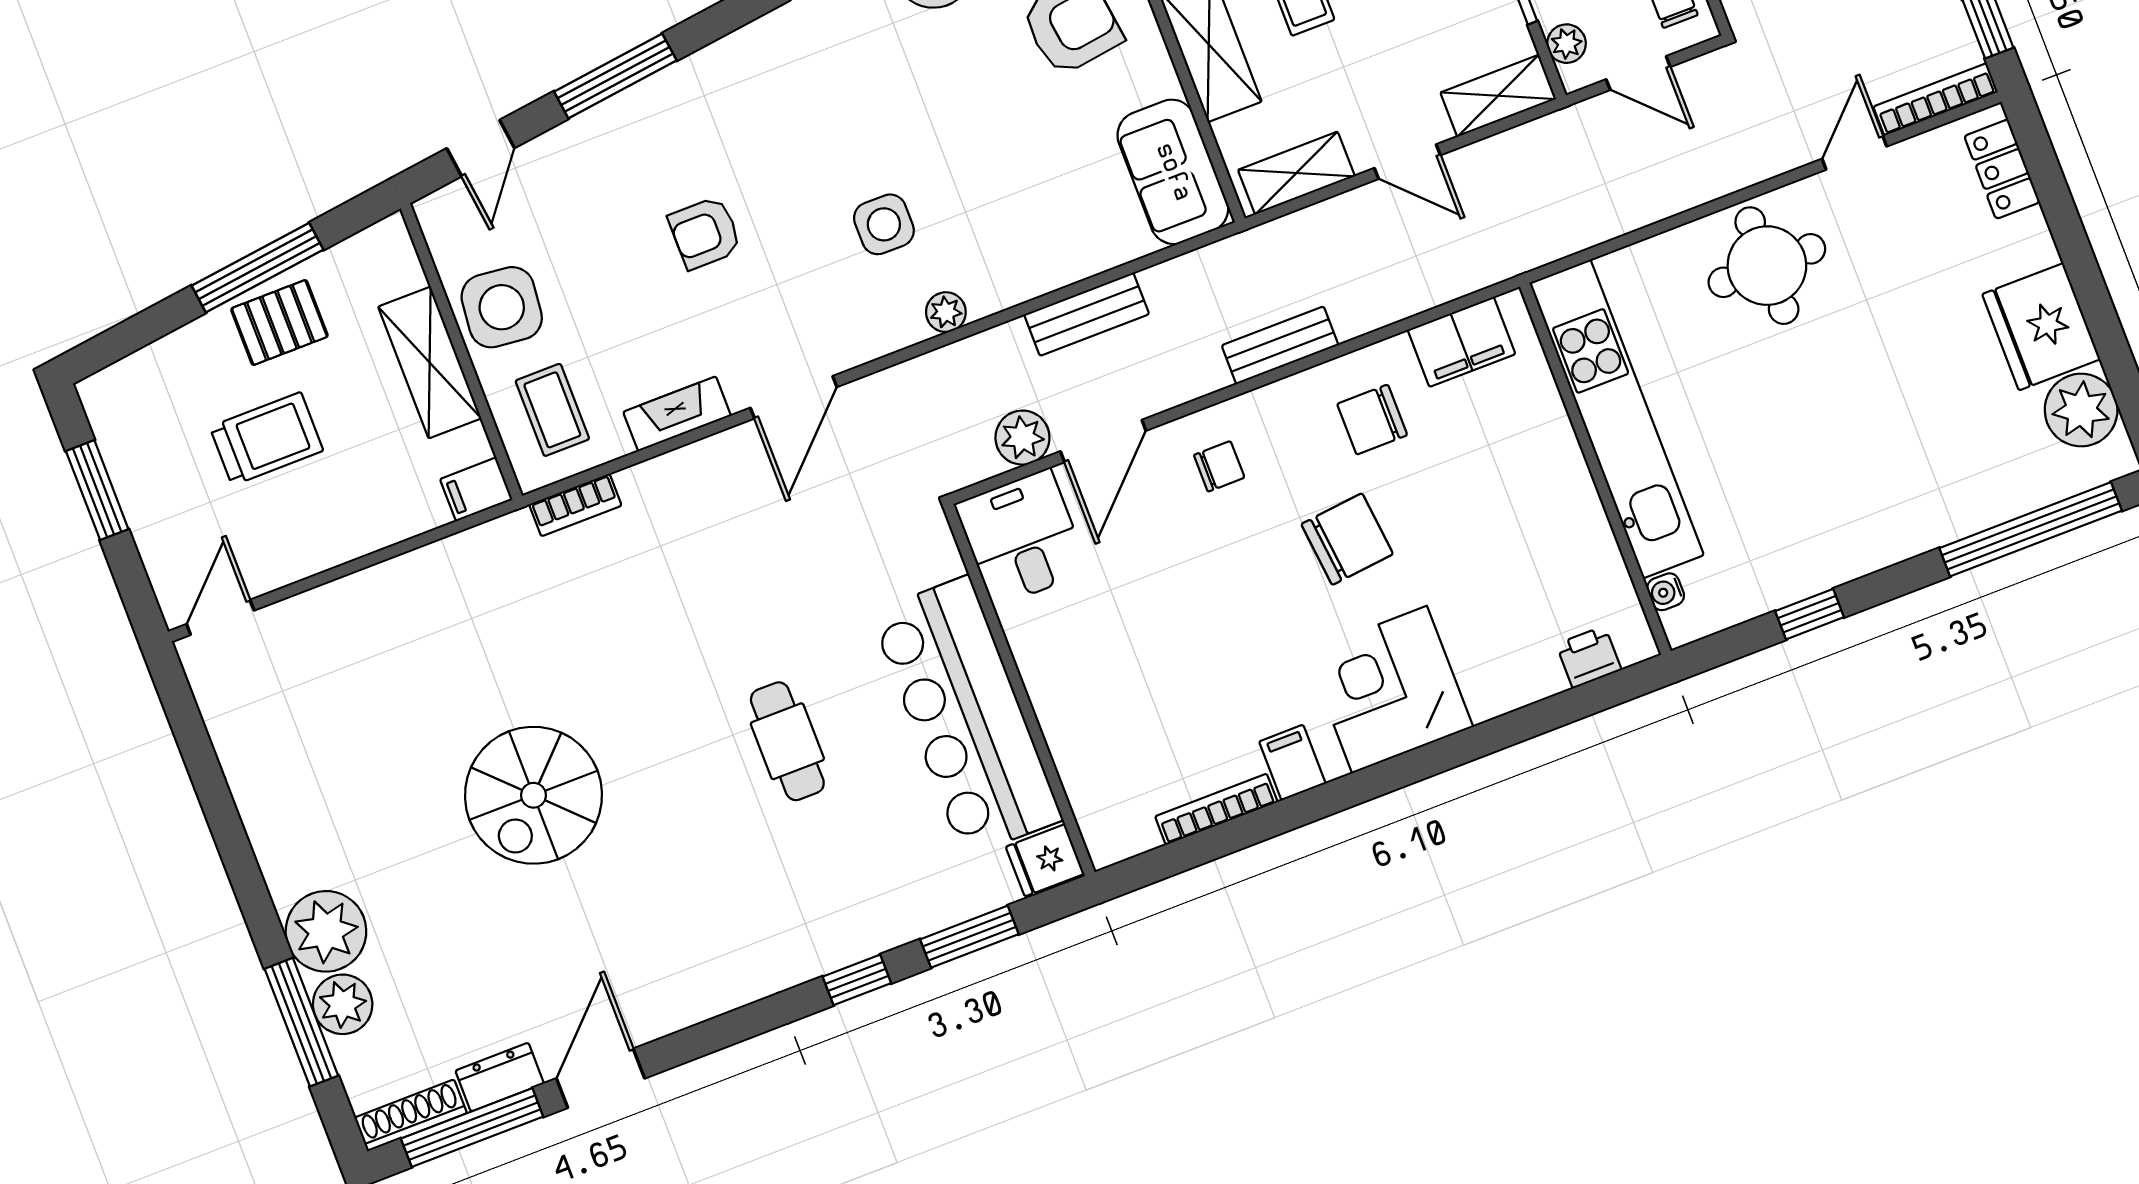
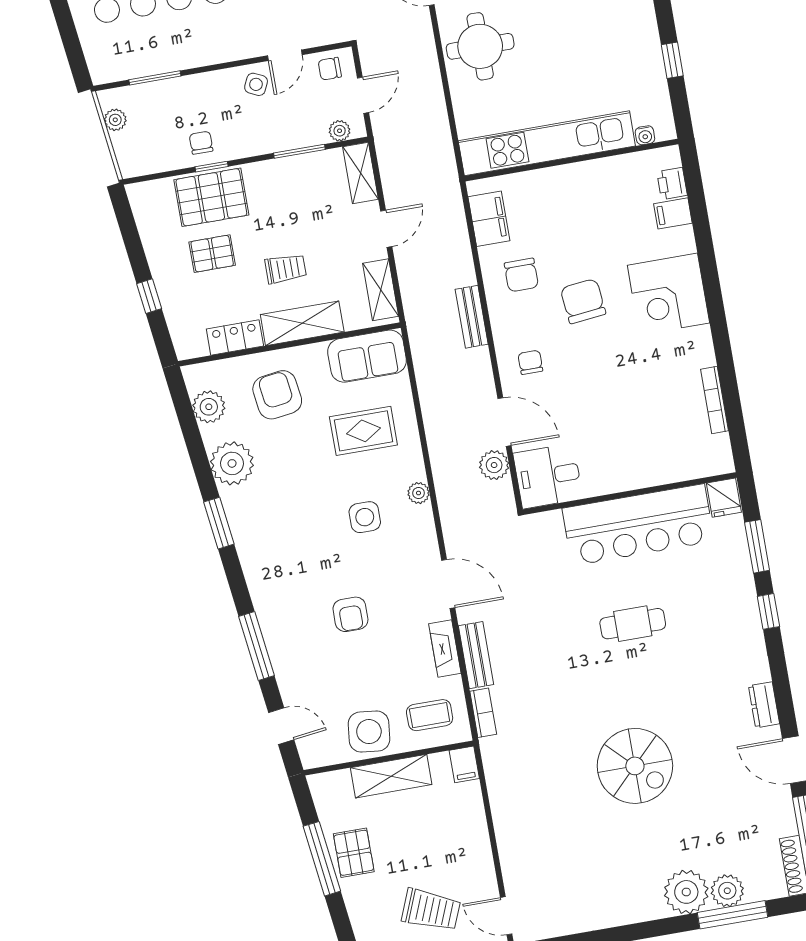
rug: (1038, 192) -> (363, 431), added
bench: (1087, 314) -> (476, 655), moved
trolley: (267, 439) -> (431, 910), moved, turned 112
filing cabinet: (1292, 763) -> (673, 213), moved
dresser: (500, 1077) -> (764, 705), moved

